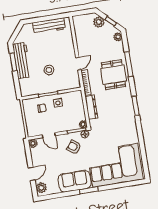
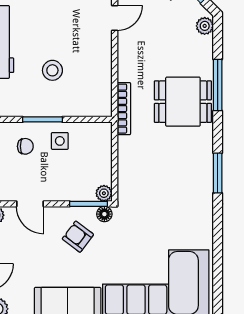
door: (78, 64) -> (115, 18), moved
dining table: (114, 75) -> (183, 102), turned 90
dresser: (91, 107) -> (127, 161), removed

